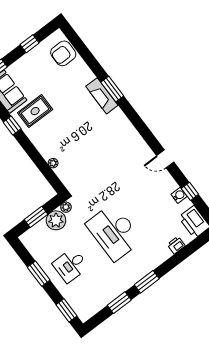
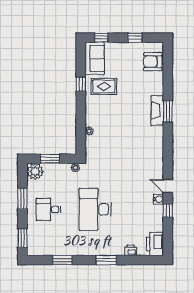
window: (190, 191) -> (168, 211), moved
water cooler: (179, 195) -> (158, 199), moved
plant: (56, 220) -> (35, 171), moved
window: (147, 282) -> (106, 260), moved

